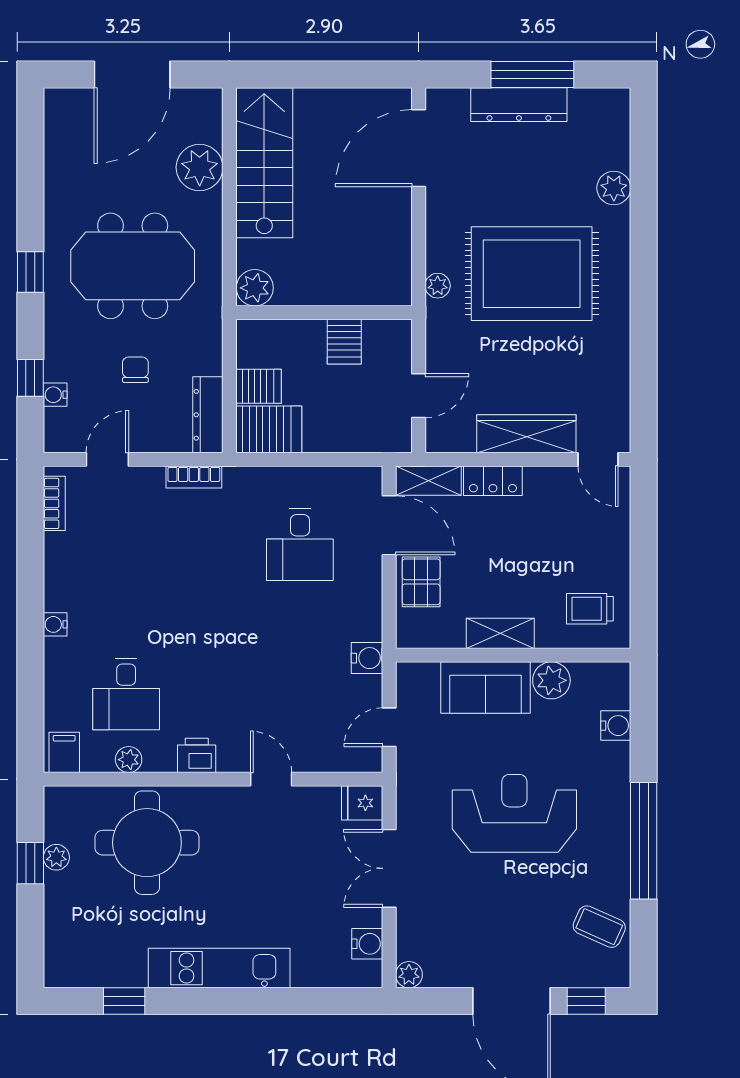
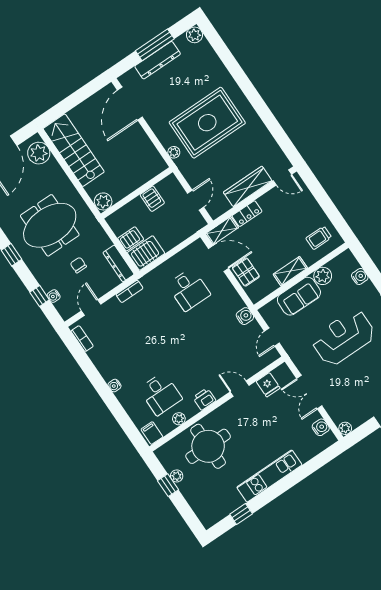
plant: (200, 167) -> (39, 153), moved
plant: (614, 188) -> (194, 35), moved
fridge: (362, 803) -> (268, 385), moved, turned -90

